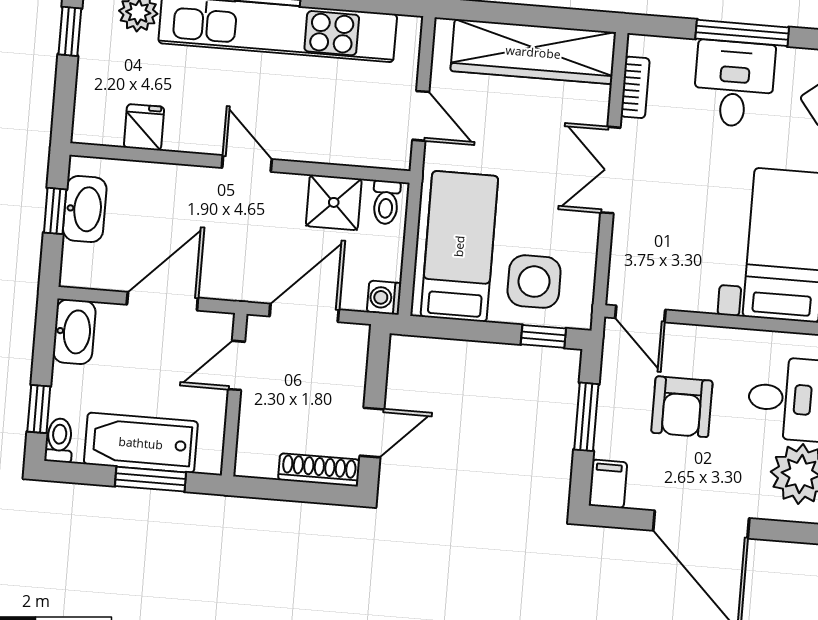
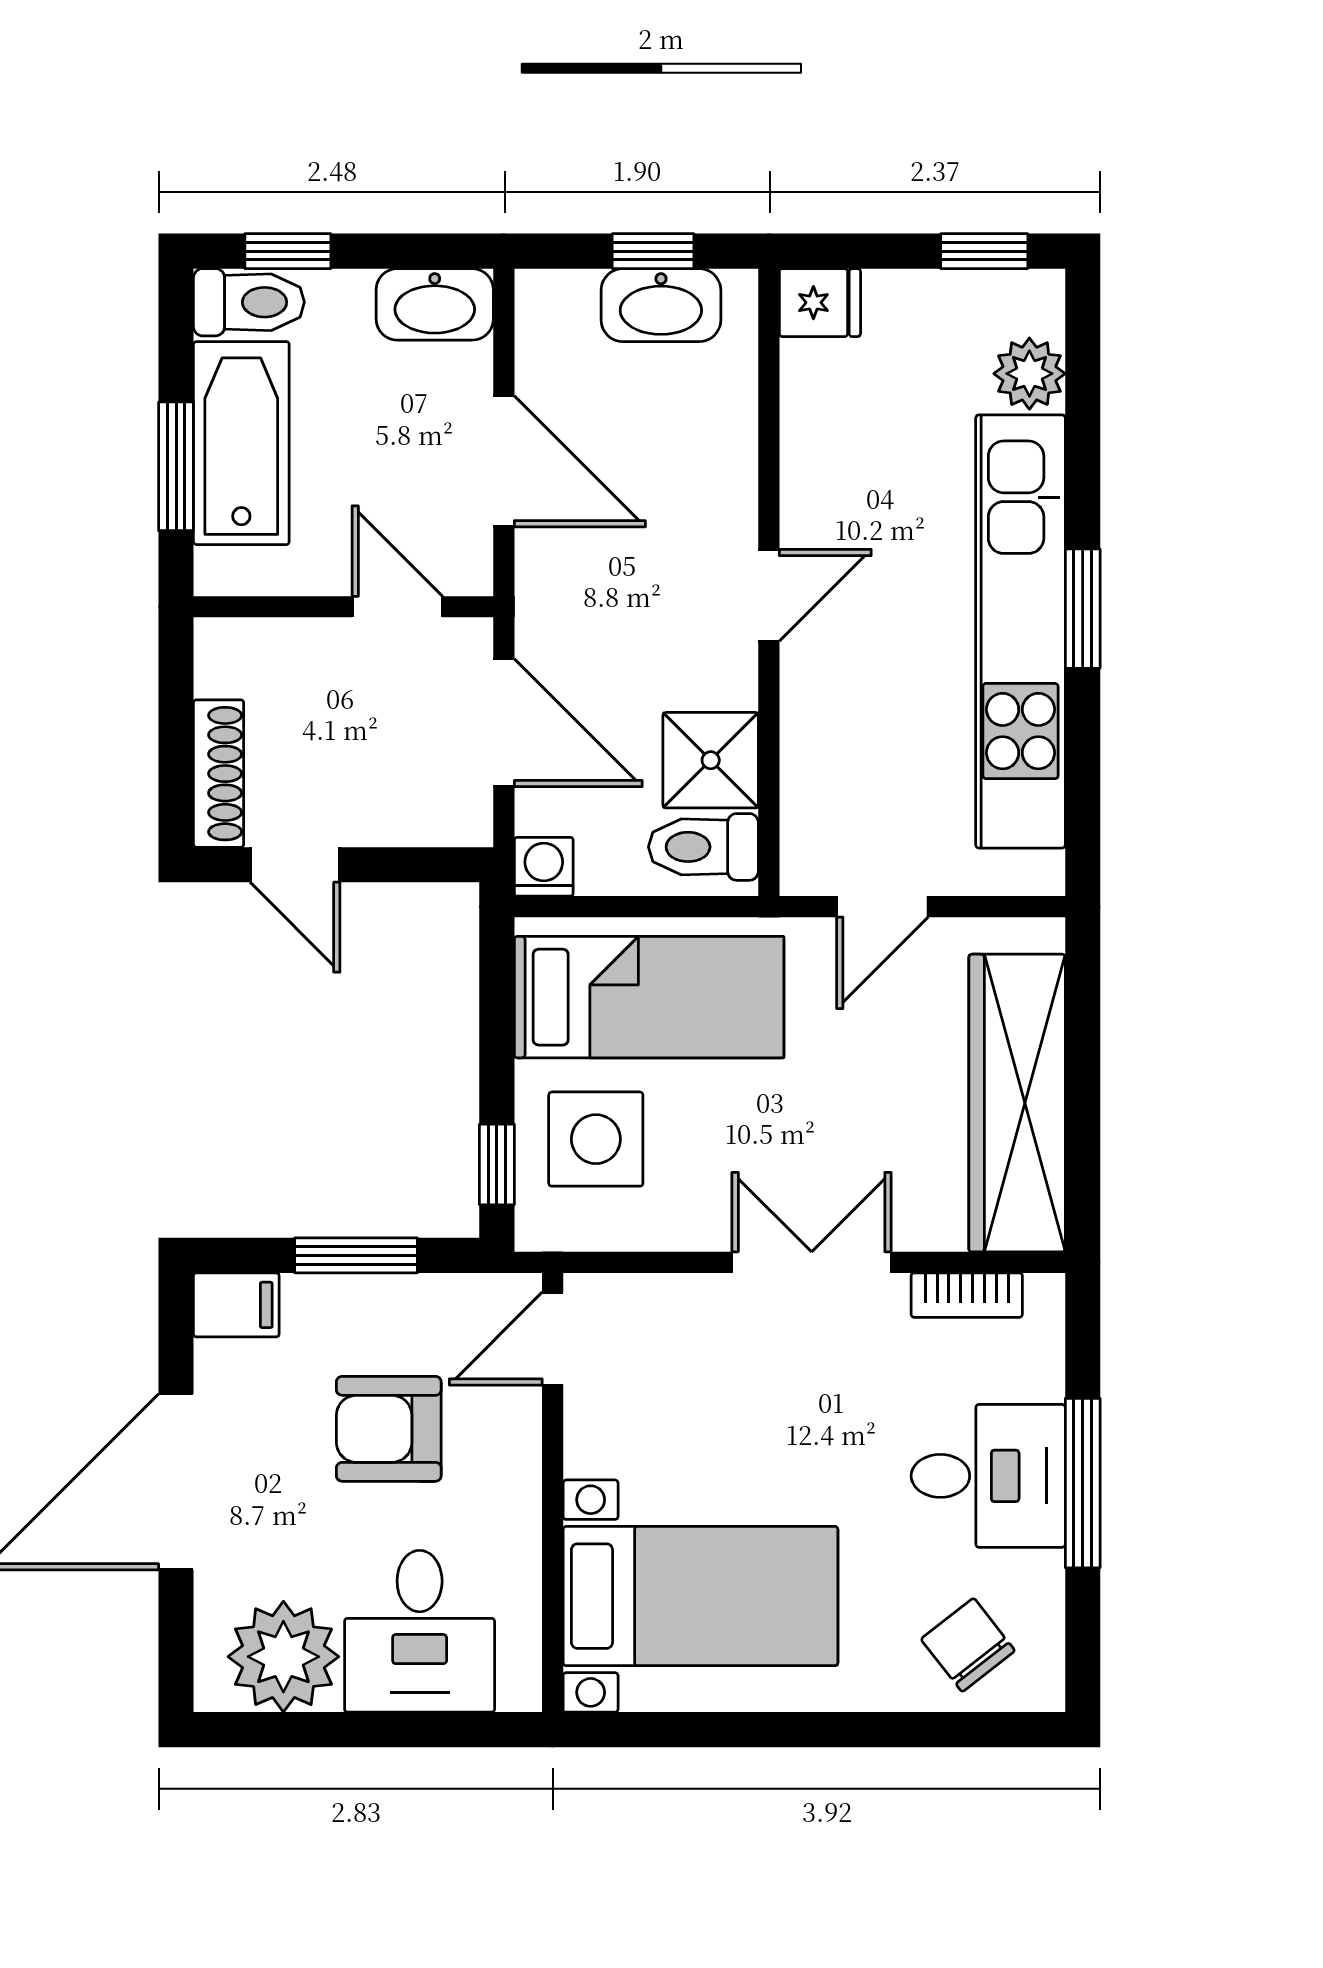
fridge: (144, 127) -> (820, 303), moved
toilet: (386, 202) -> (703, 847), width x1.37, depth x1.39
toilet: (59, 440) -> (249, 302), width x1.37, depth x1.39

